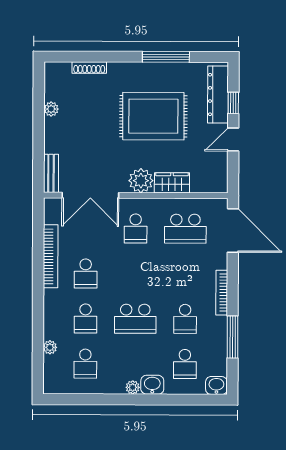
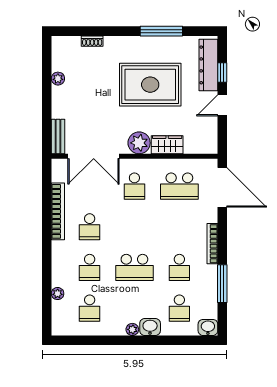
shoe rack: (89, 68) -> (92, 41), width x0.70

